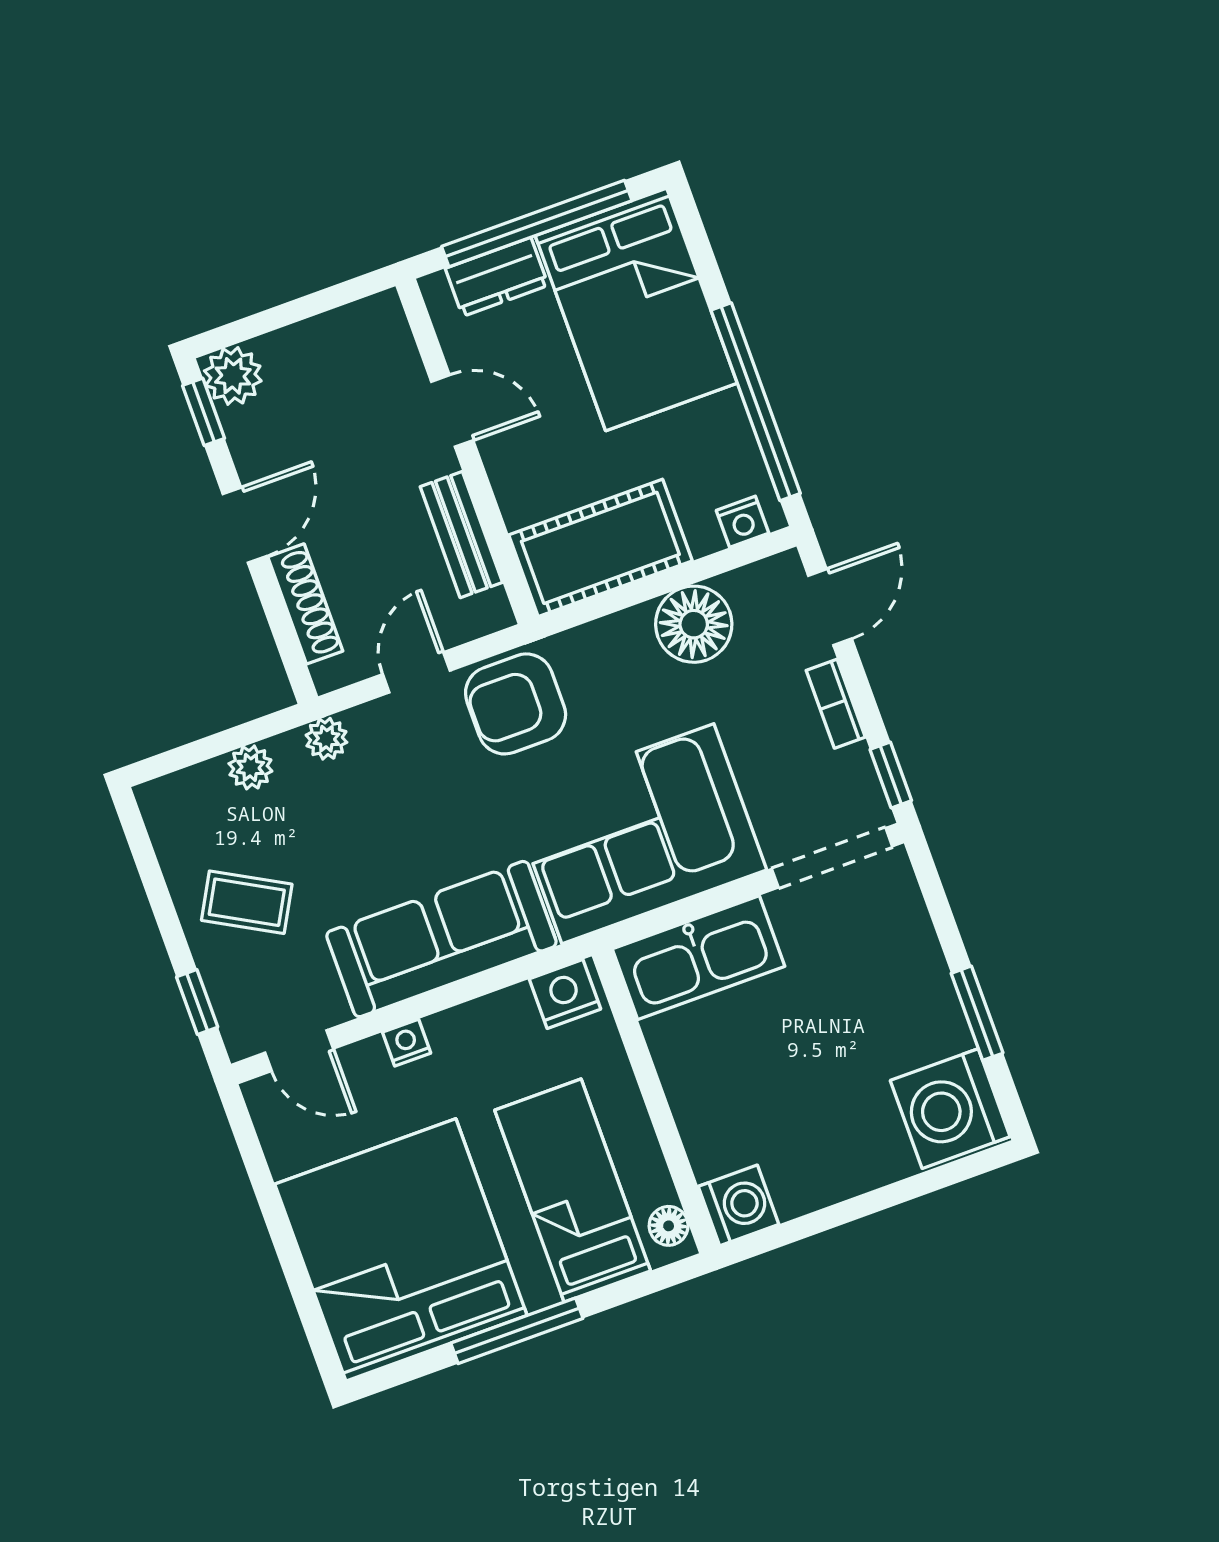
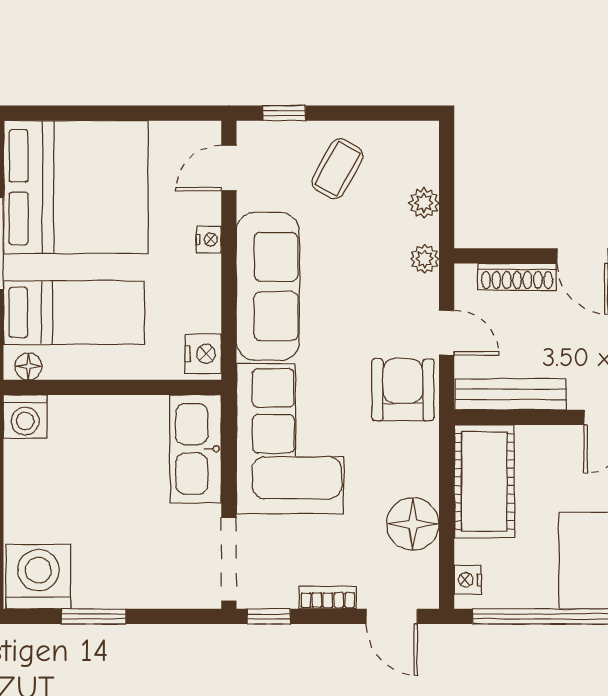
bench: (461, 535) -> (511, 394), width x1.36

